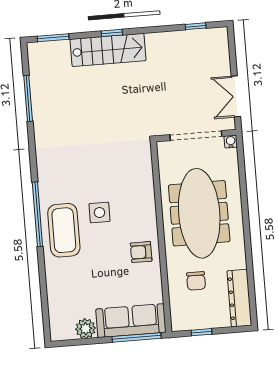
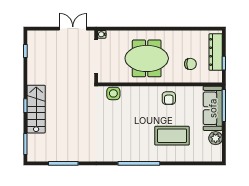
double door: (236, 96) -> (73, 29), swing flipped
side table: (100, 213) -> (113, 93), moved
meeting table: (199, 213) -> (147, 58), width x0.73
coffee table: (64, 230) -> (172, 136), moved
dresser: (239, 298) -> (216, 52), moved, turned 90

